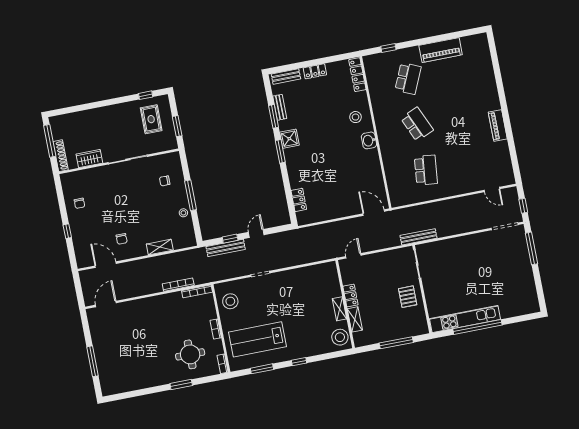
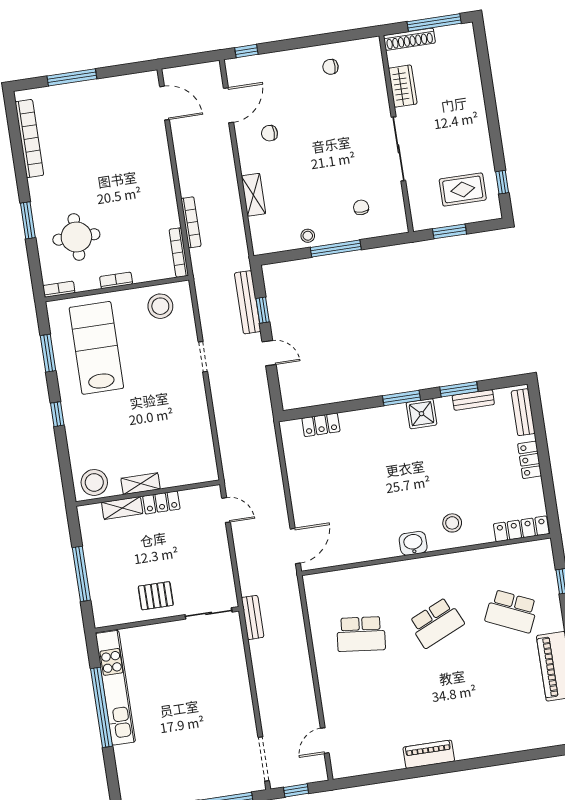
window: (67, 231) -> (246, 51), moved
bench: (418, 237) -> (253, 617), width x0.73
bookcase: (131, 386) -> (29, 139), added

